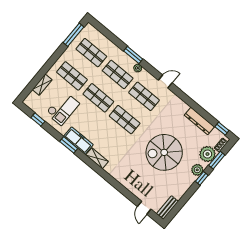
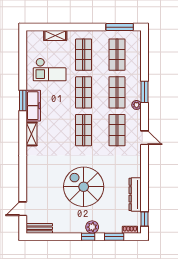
window: (38, 119) -> (23, 56), removed
plant: (207, 154) -> (113, 225), removed

